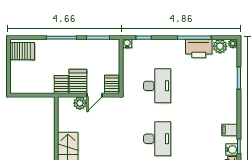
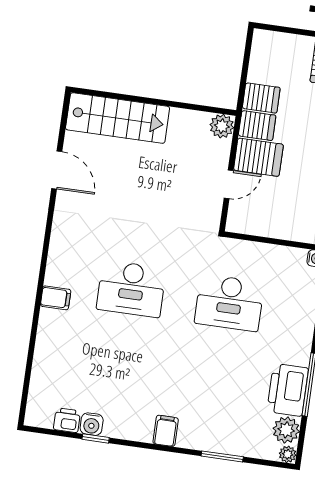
server rack: (112, 84) -> (261, 98), moved
door: (94, 95) -> (229, 184), swing flipped
plant: (80, 103) -> (222, 126), moved
filing cabinet: (230, 130) -> (166, 431), moved

